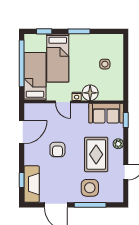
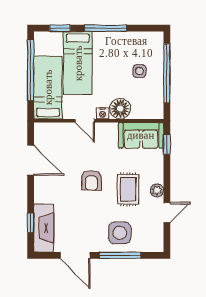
window: (79, 31) -> (106, 28), width x1.44
window: (126, 66) -> (167, 73), added
door: (22, 132) -> (31, 160), hinge flipped
plant: (118, 144) -> (157, 190), moved
armchair: (57, 150) -> (92, 180), moved
rug: (96, 154) -> (128, 189), width x0.73, depth x0.70

